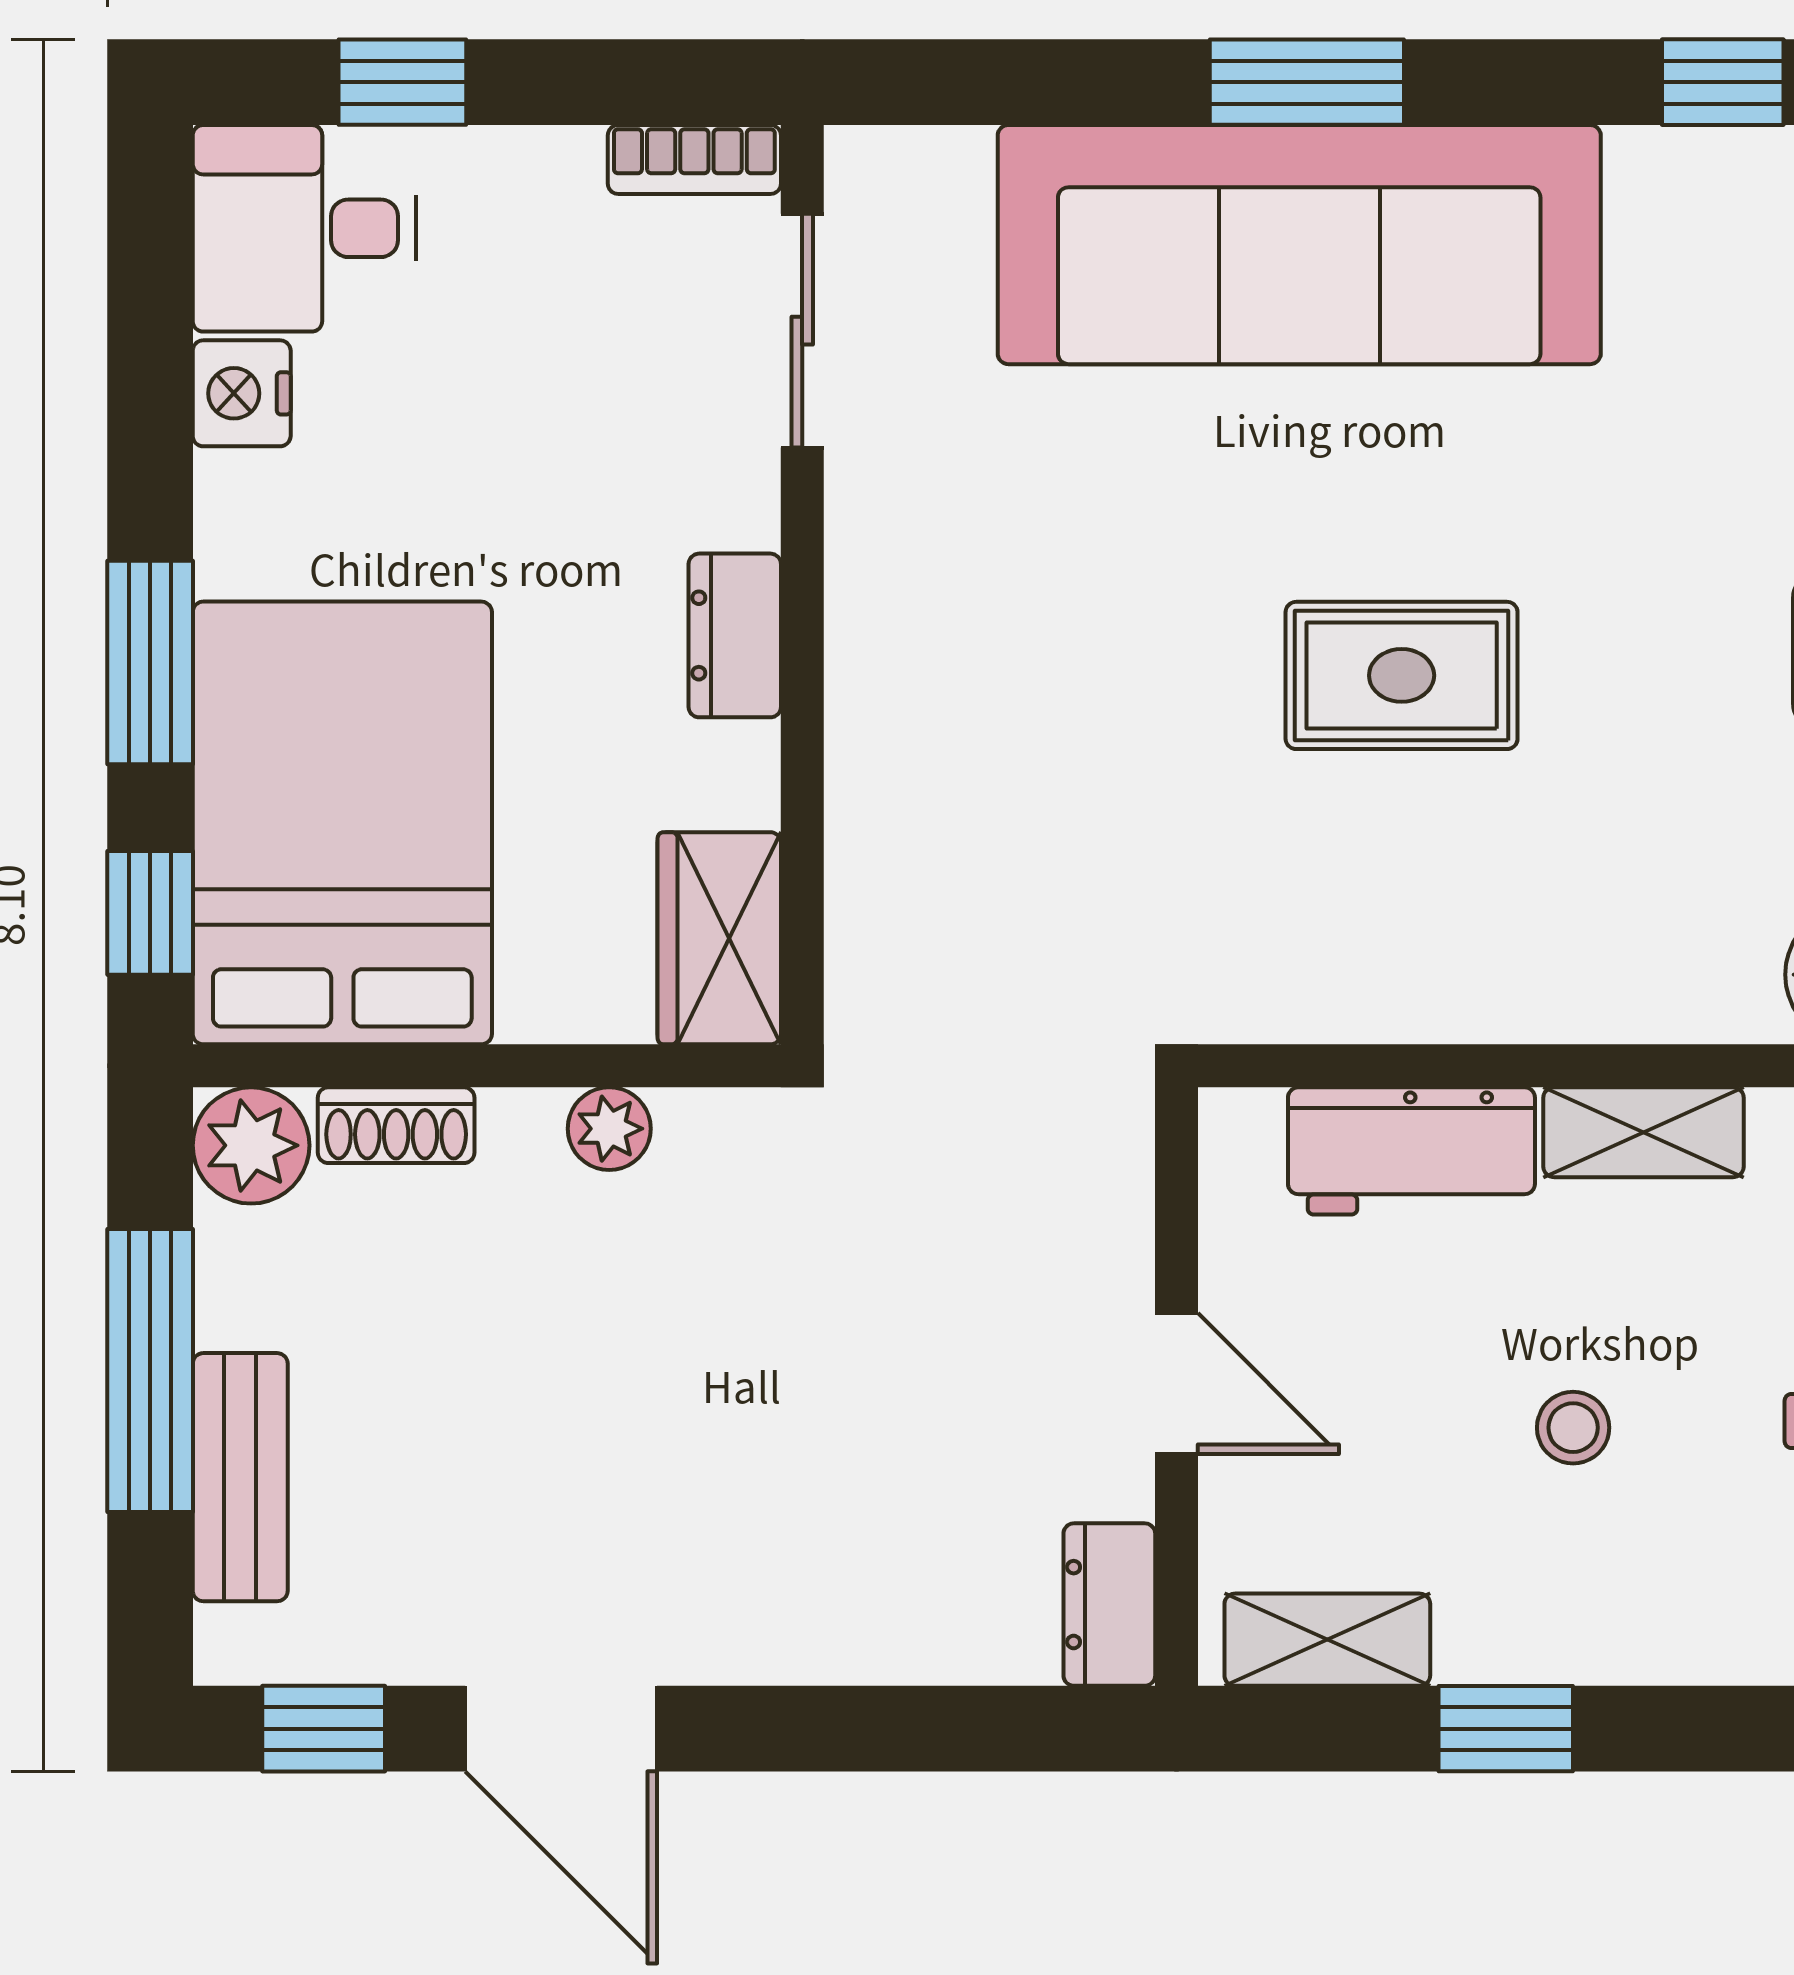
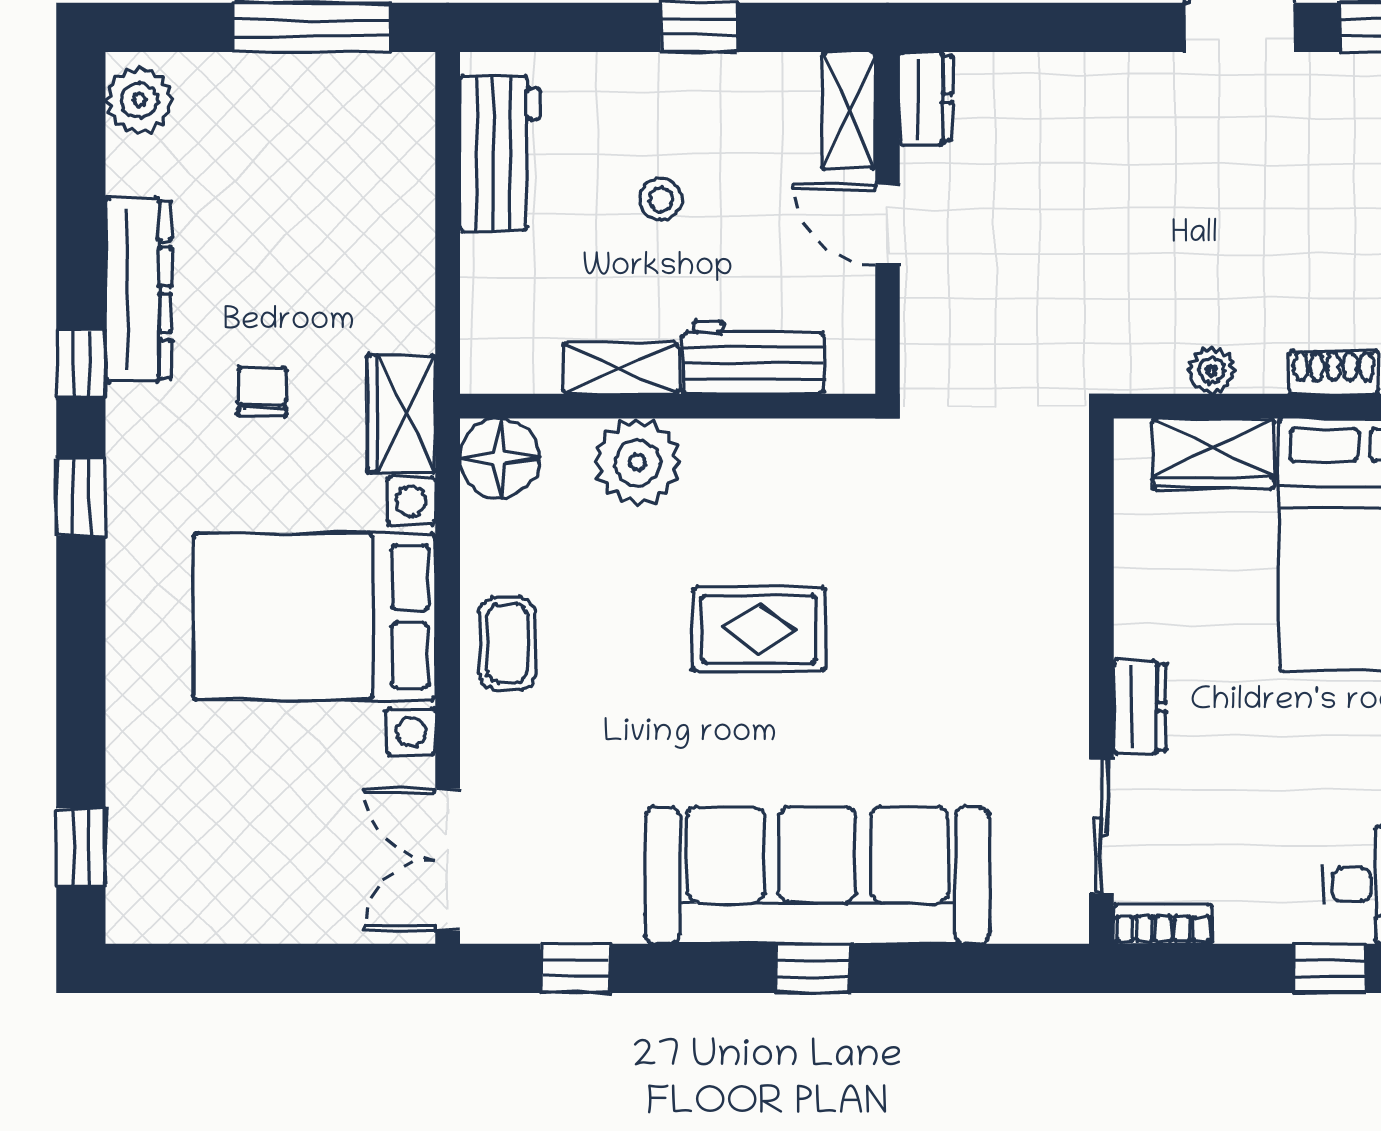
window: (1307, 82) -> (813, 968), width x0.67
dresser: (735, 635) -> (1140, 707), moved
wardrobe: (719, 938) -> (1213, 454), moved, turned 90
plant: (1614, 968) -> (637, 462), added
shelving: (1327, 1640) -> (849, 110), moved, turned 90

